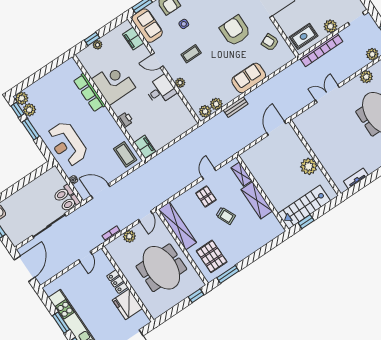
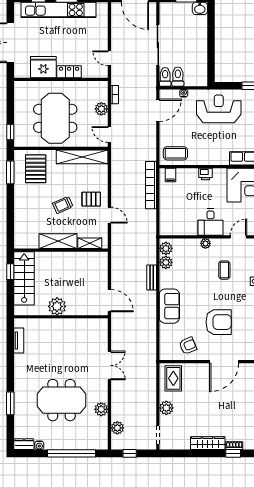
bookcase: (321, 50) -> (151, 185), moved
filing cabinet: (145, 147) -> (170, 175), width x0.50
pallet: (212, 256) -> (36, 169), turned 90
meeting table: (161, 268) -> (55, 118), turned 90

